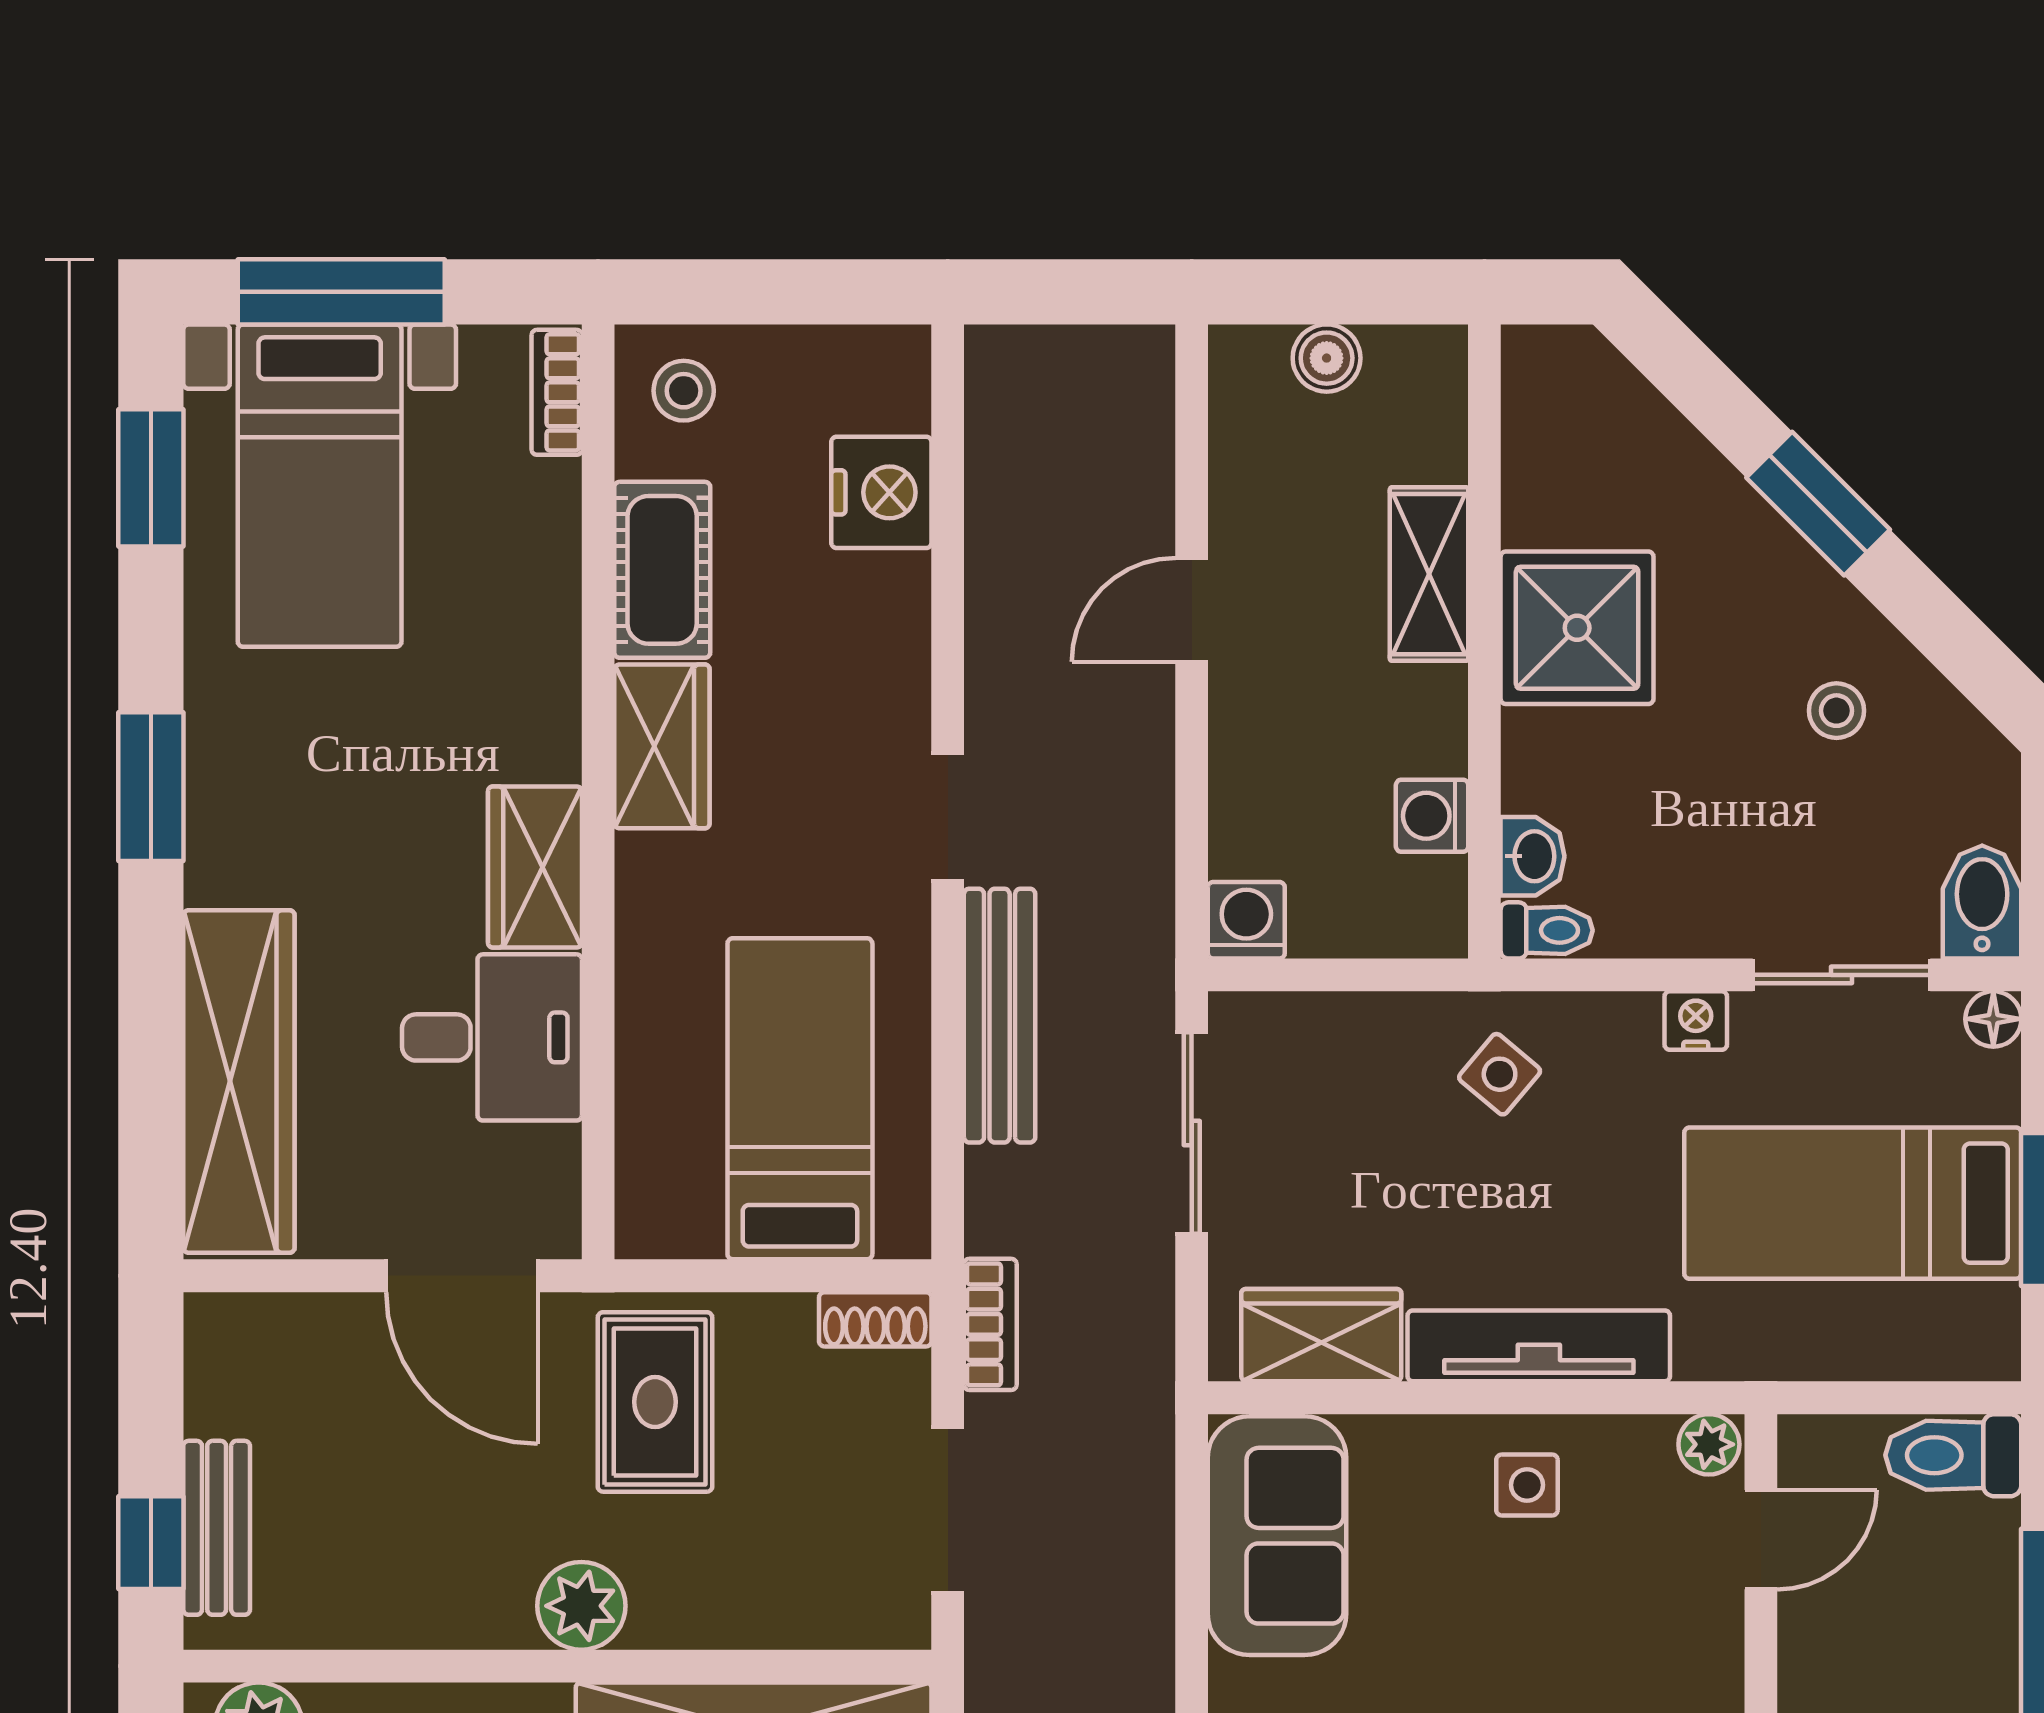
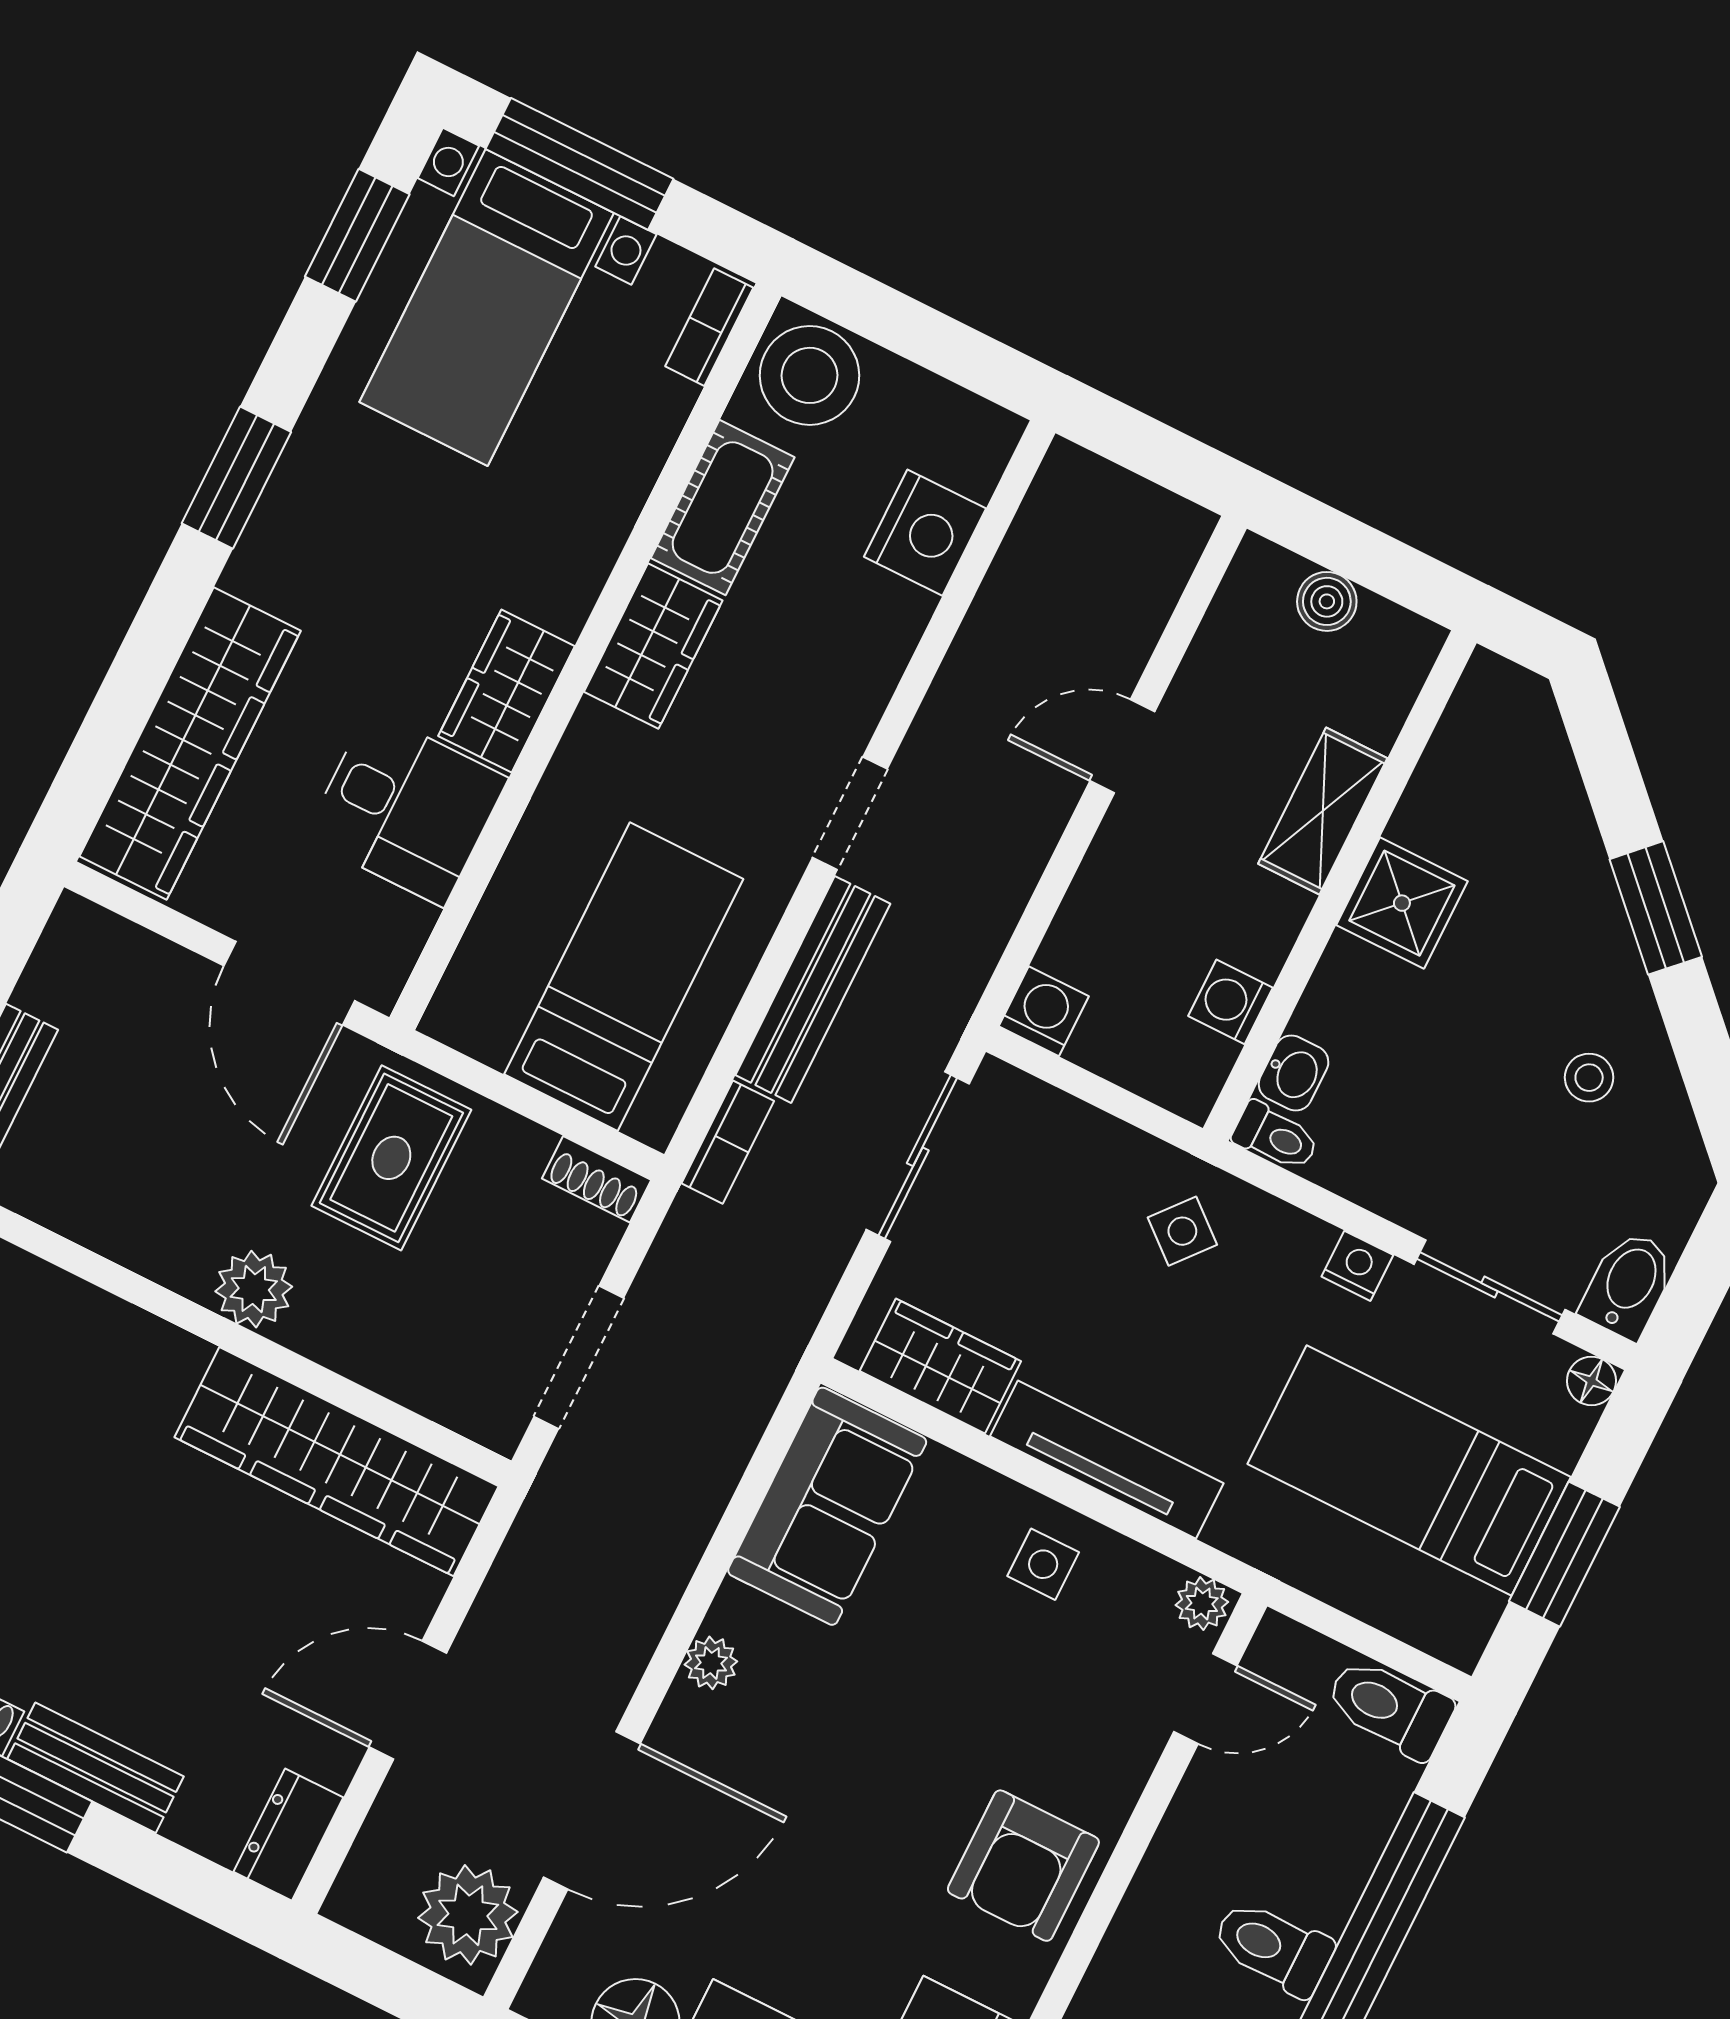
stool: (684, 391) -> (810, 375), width x1.89, depth x1.89
shower: (1577, 628) -> (1402, 903), width x0.73, depth x0.73
bookcase: (990, 1324) -> (728, 1142), moved

